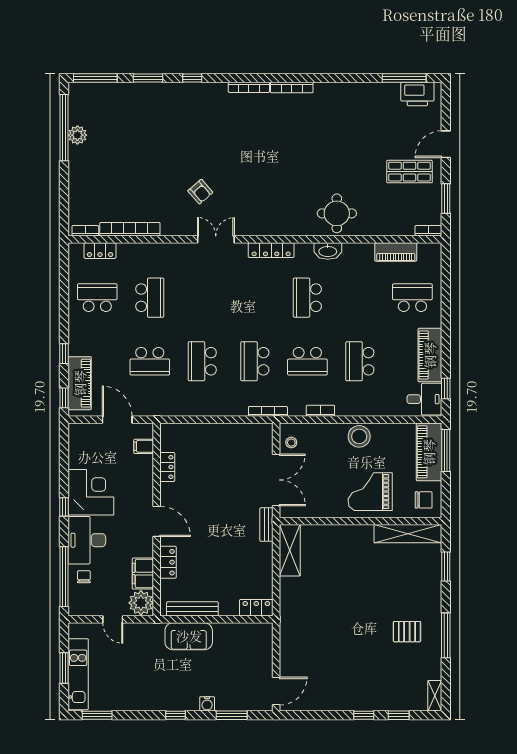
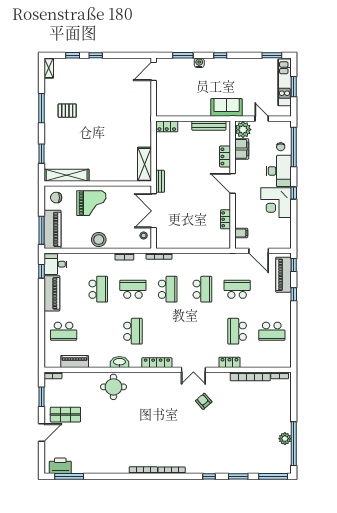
locker: (100, 251) -> (229, 362), moved
sofa: (189, 636) -> (227, 107), moved

